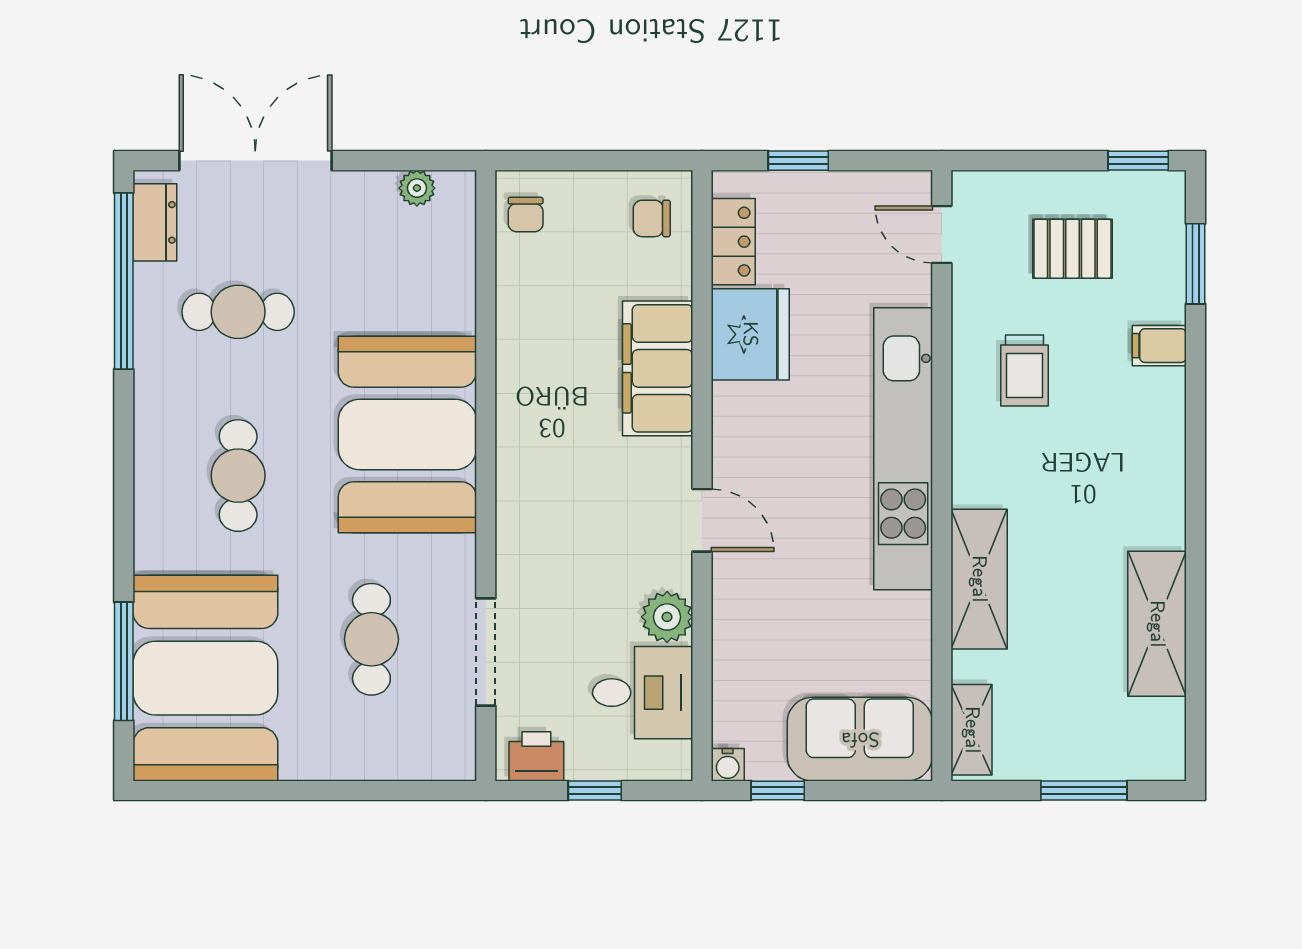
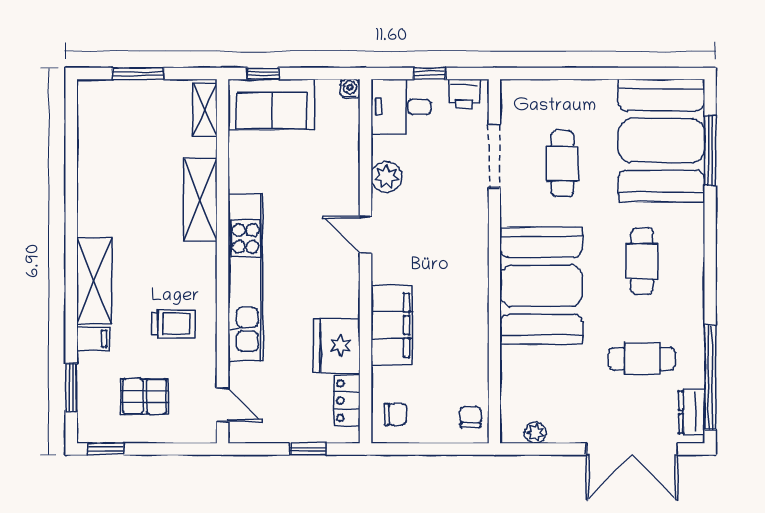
trolley: (1024, 370) -> (173, 324), turned 90
shelving: (1157, 624) -> (94, 281), moved
desk: (643, 693) -> (401, 107), moved
window: (778, 790) -> (263, 73), moved

